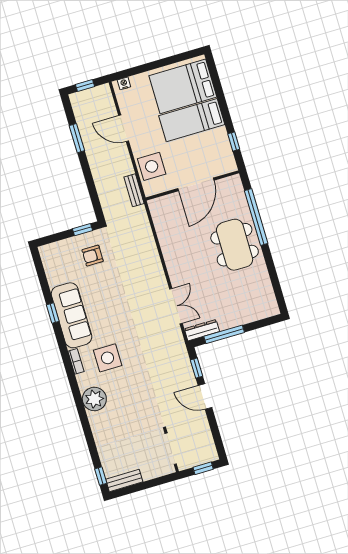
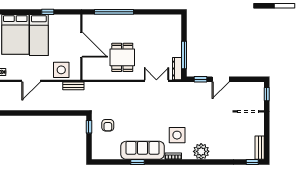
window: (77, 138) -> (29, 113), removed
window: (234, 141) -> (48, 12), moved
dining table: (235, 245) -> (122, 57), moved, width x0.73

